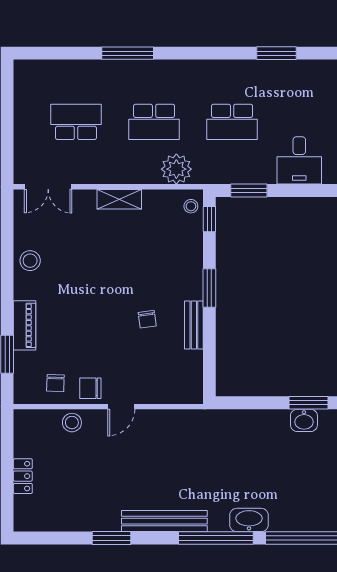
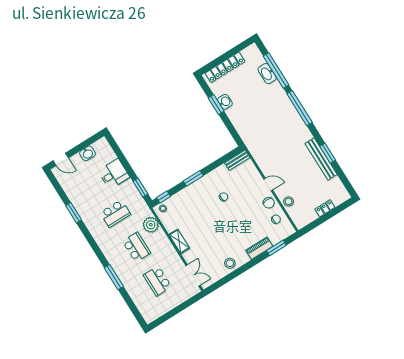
school desk: (232, 122) -> (115, 213), turned 90
bench: (194, 325) -> (237, 160), moved
washbasin: (249, 520) -> (267, 74), moved
bench: (164, 521) -> (321, 159), moved

